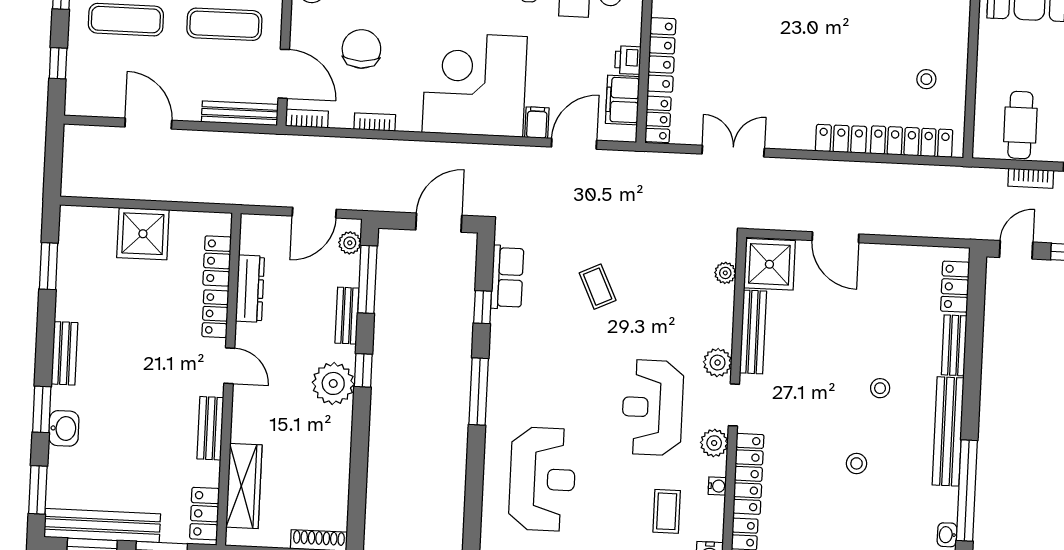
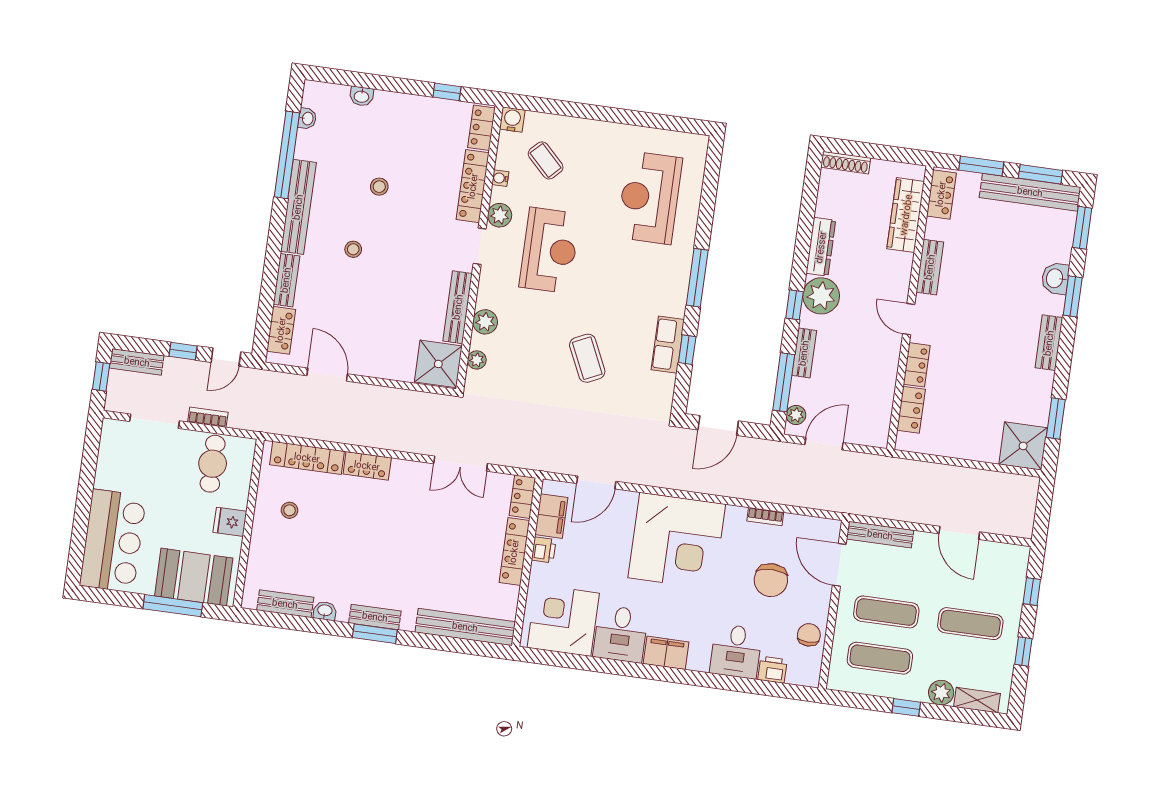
fridge: (994, 59) -> (230, 522), added
bookcase: (307, 119) -> (823, 525), removed
filing cabinet: (537, 123) -> (626, 503), removed
shower: (143, 234) -> (1023, 446), moved
door: (835, 237) -> (327, 375), moved
row of seats: (507, 277) -> (668, 345), moved
coffee table: (598, 287) -> (587, 358), width x1.36, depth x1.30
dresser: (250, 289) -> (821, 247), moved, turned 180
plant: (718, 363) -> (485, 322), moved
coffee table: (667, 511) -> (546, 160), turned -45

